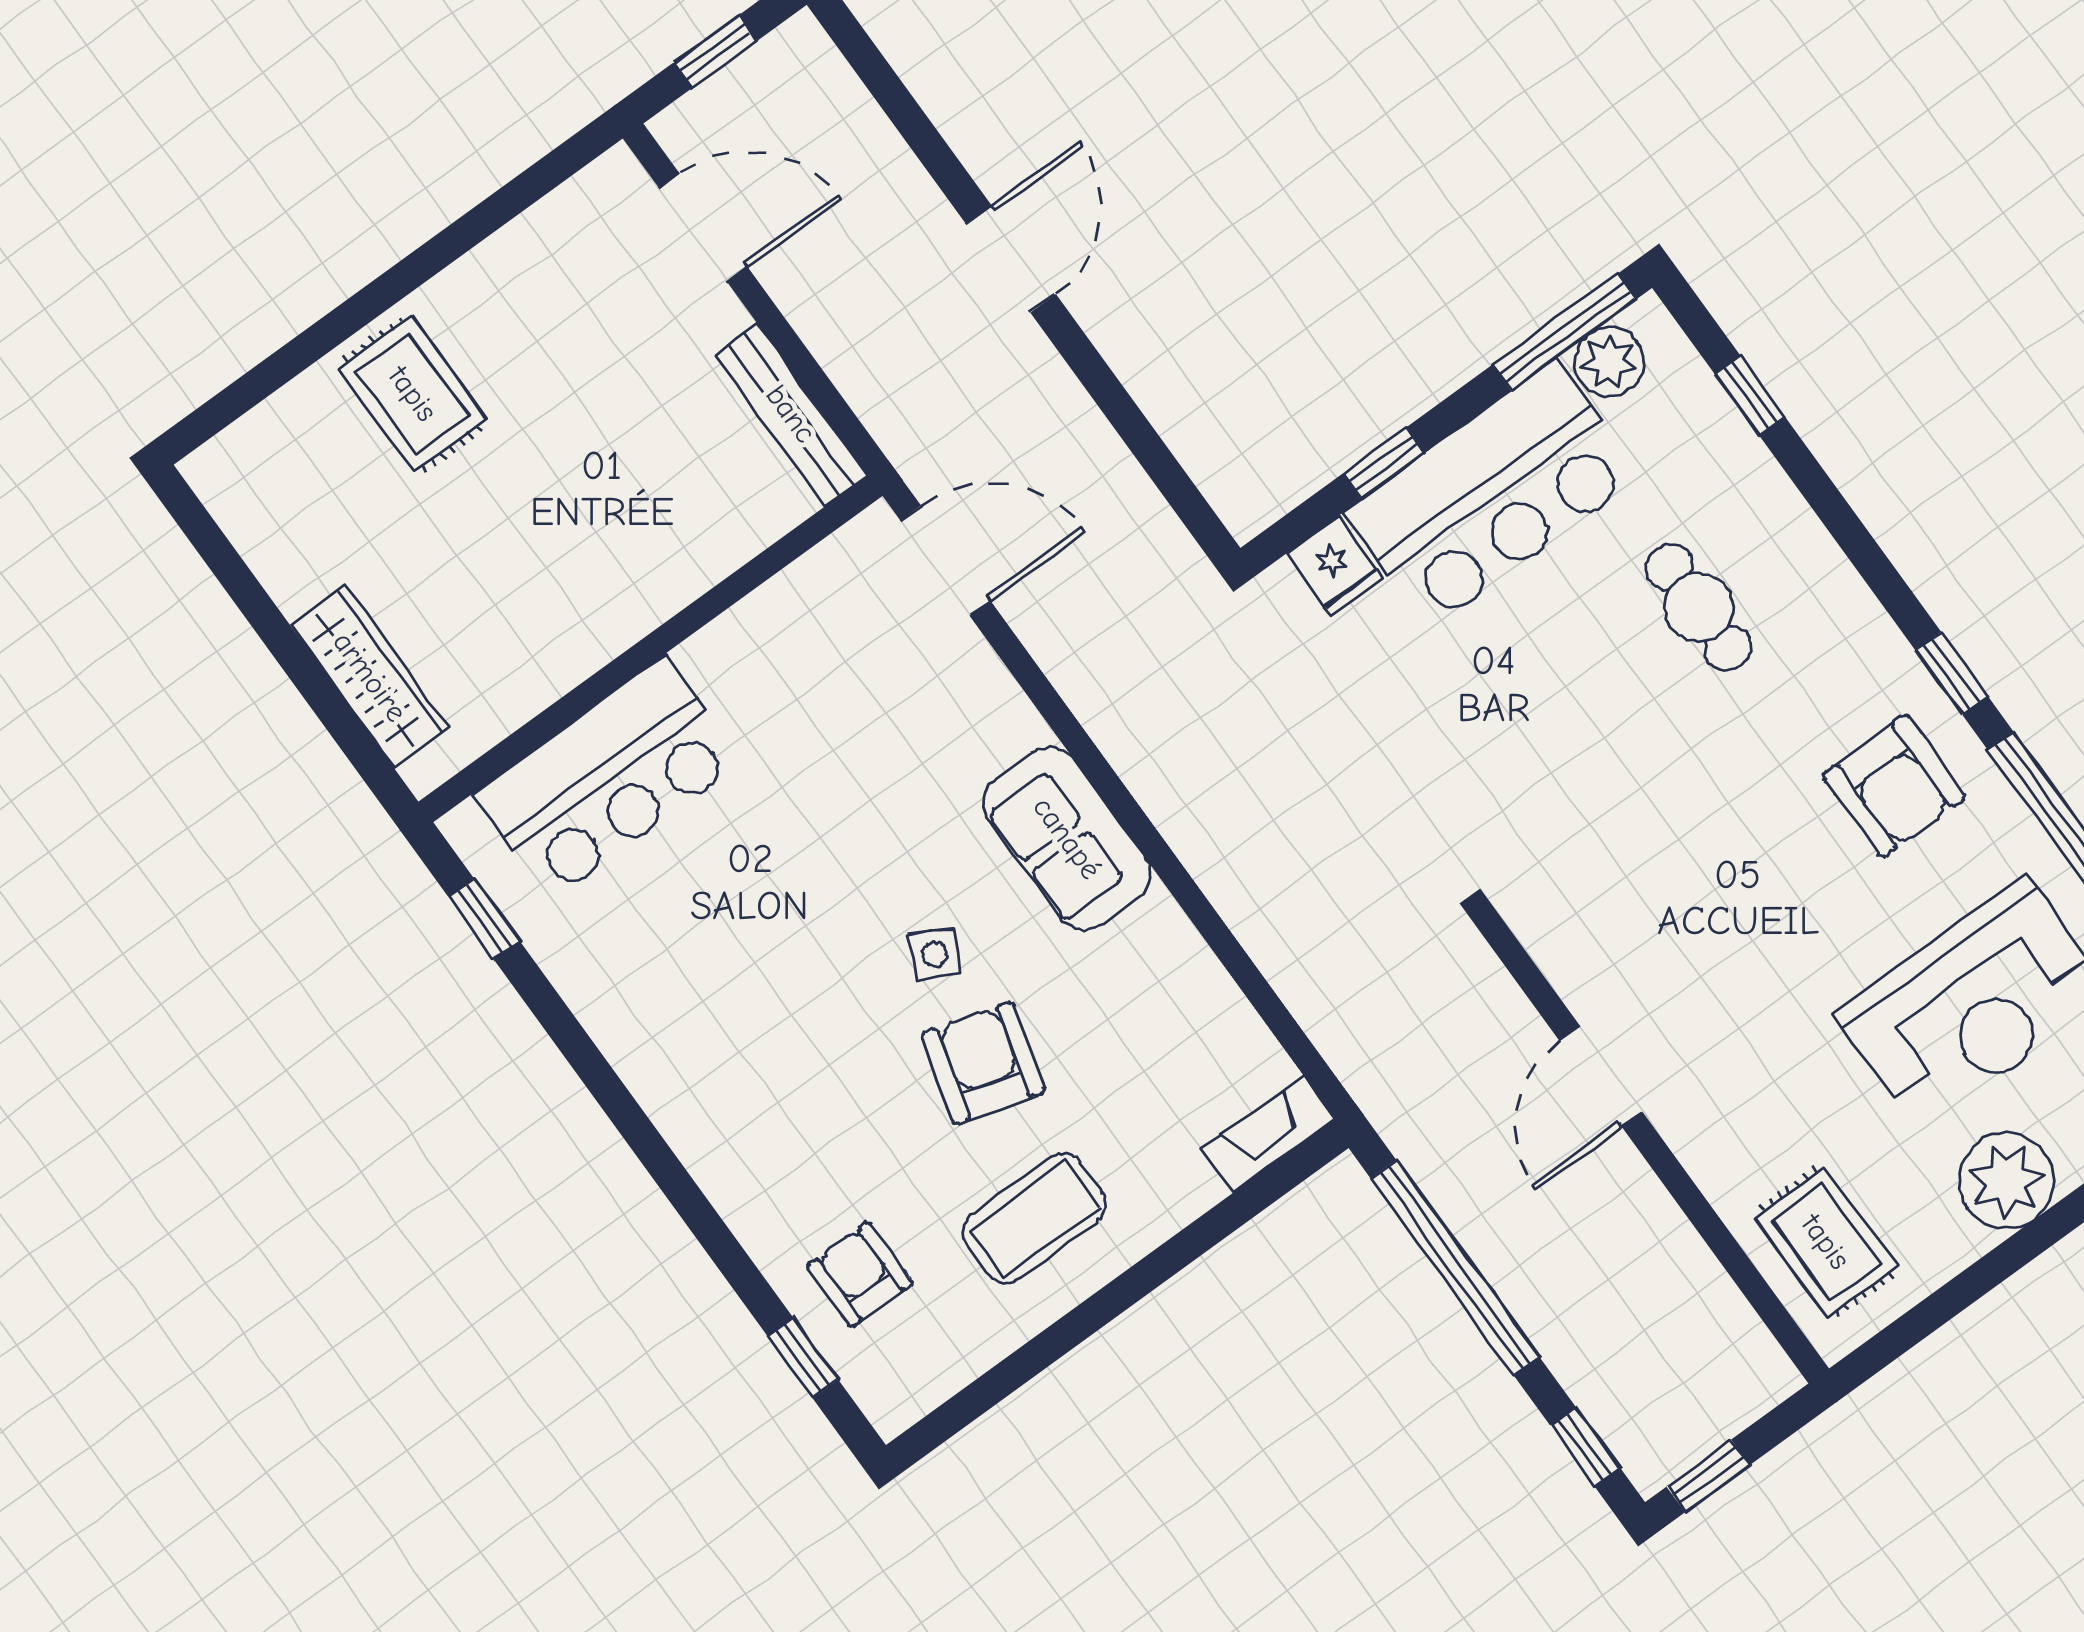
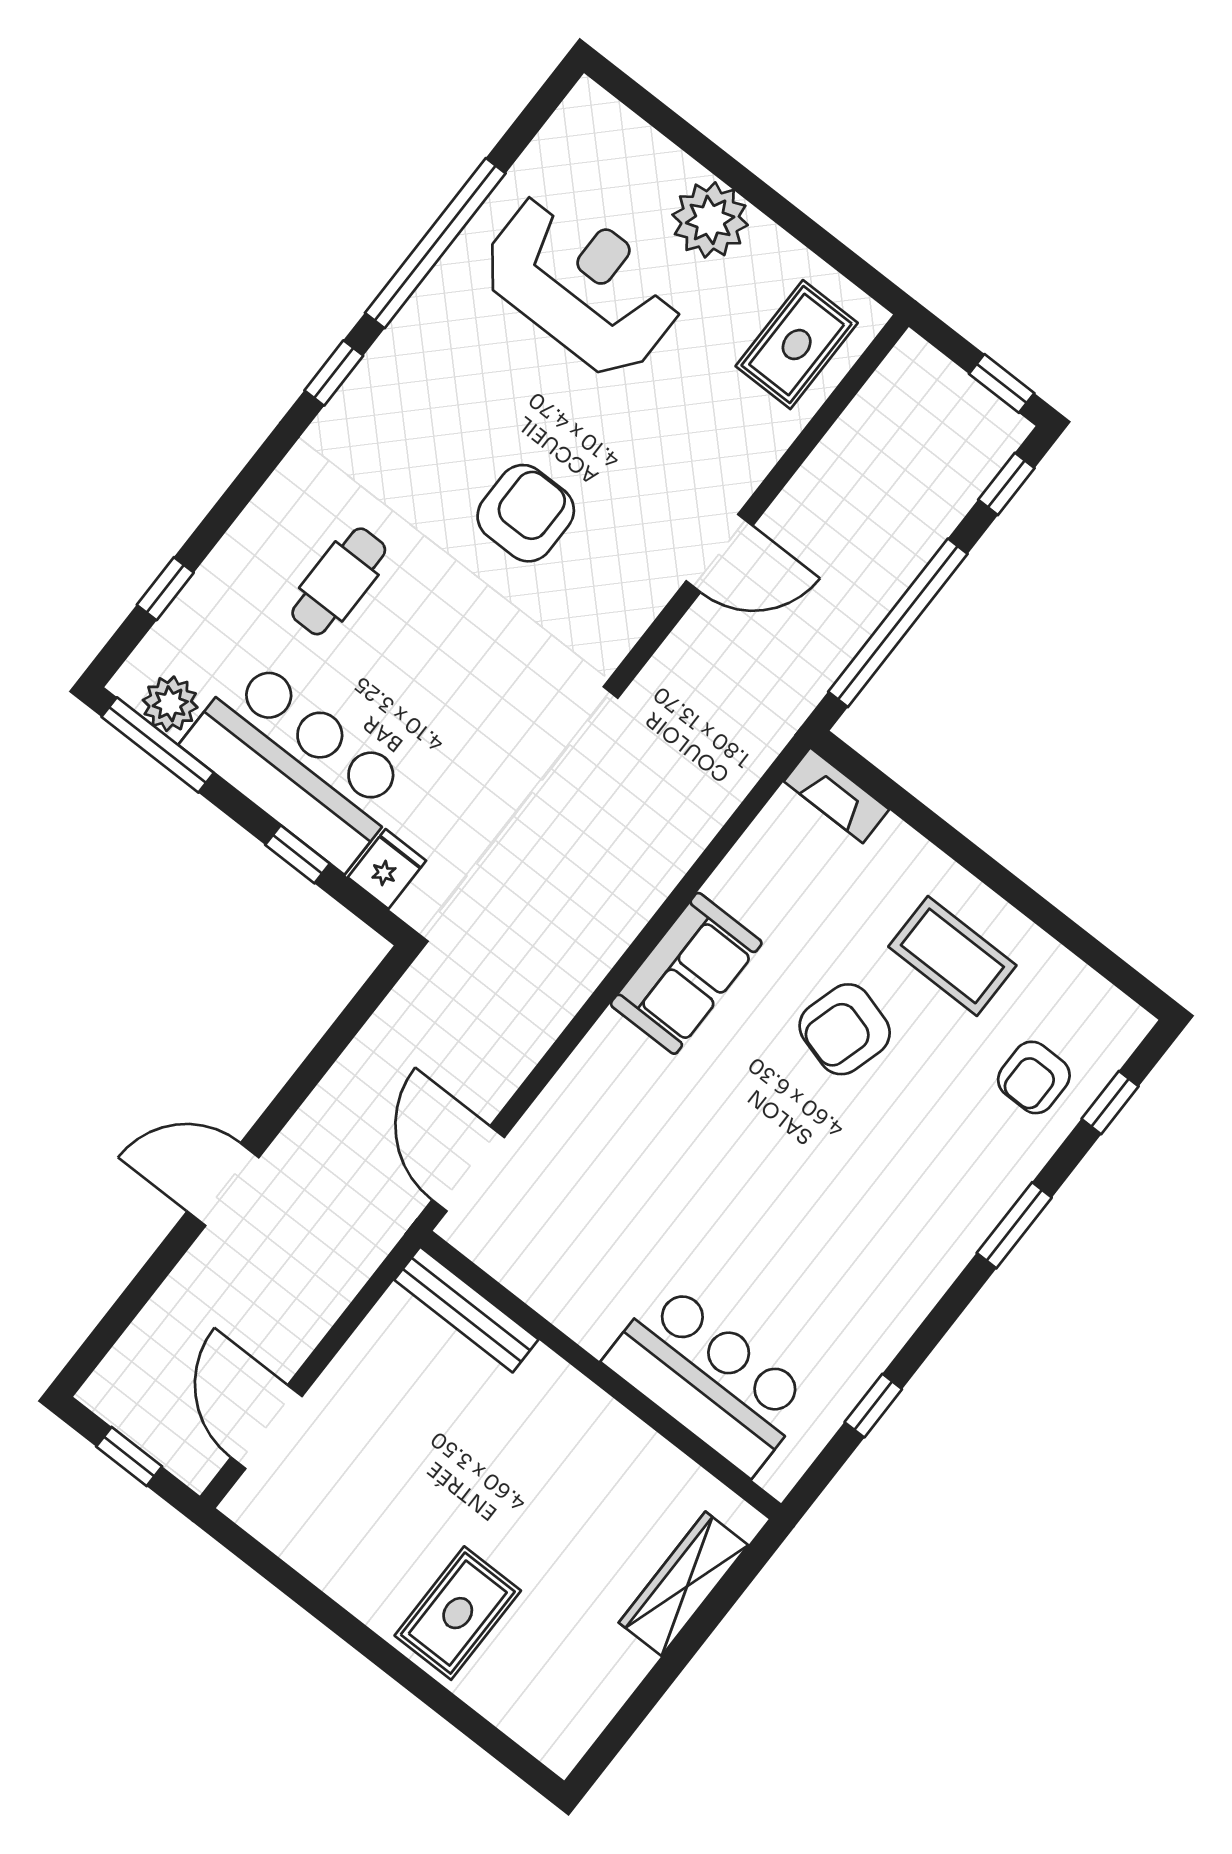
bench: (791, 414) -> (466, 1310), moved, turned 90
armchair: (1894, 786) -> (526, 513), moved
sofa: (1067, 838) -> (686, 973), moved
window: (484, 919) -> (873, 1406), moved
side table: (935, 954) -> (772, 1090), removed
window: (688, 1200) -> (1014, 1225), added

